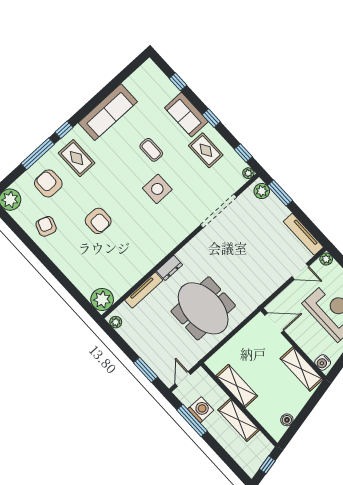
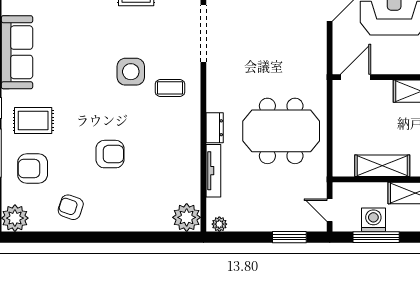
coffee table: (151, 150) -> (170, 88), moved

